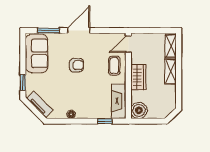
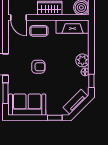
armchair: (76, 65) -> (38, 67), turned 90
plant: (83, 112) -> (82, 60), added
window: (105, 121) -> (91, 81), moved

